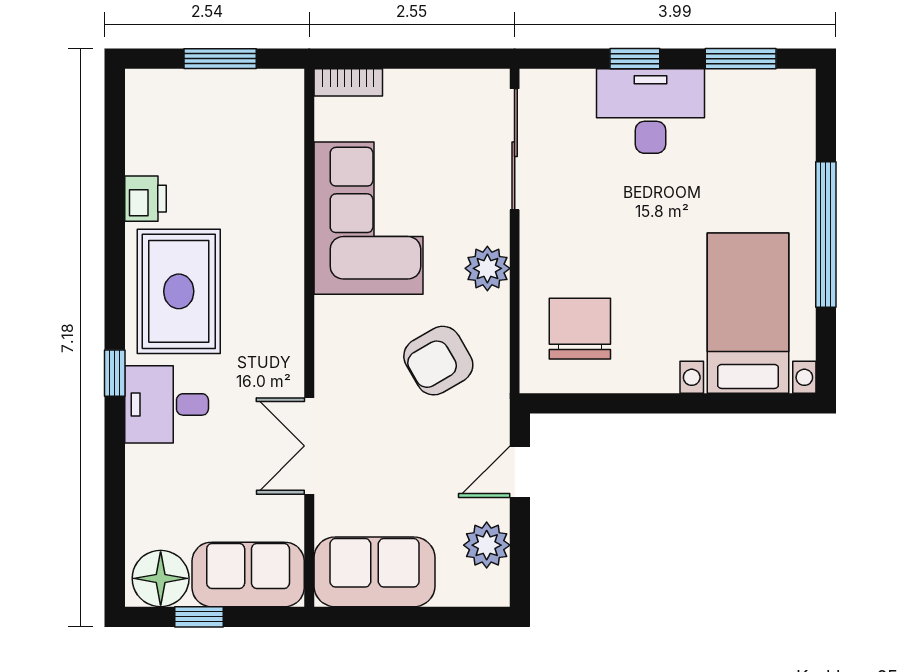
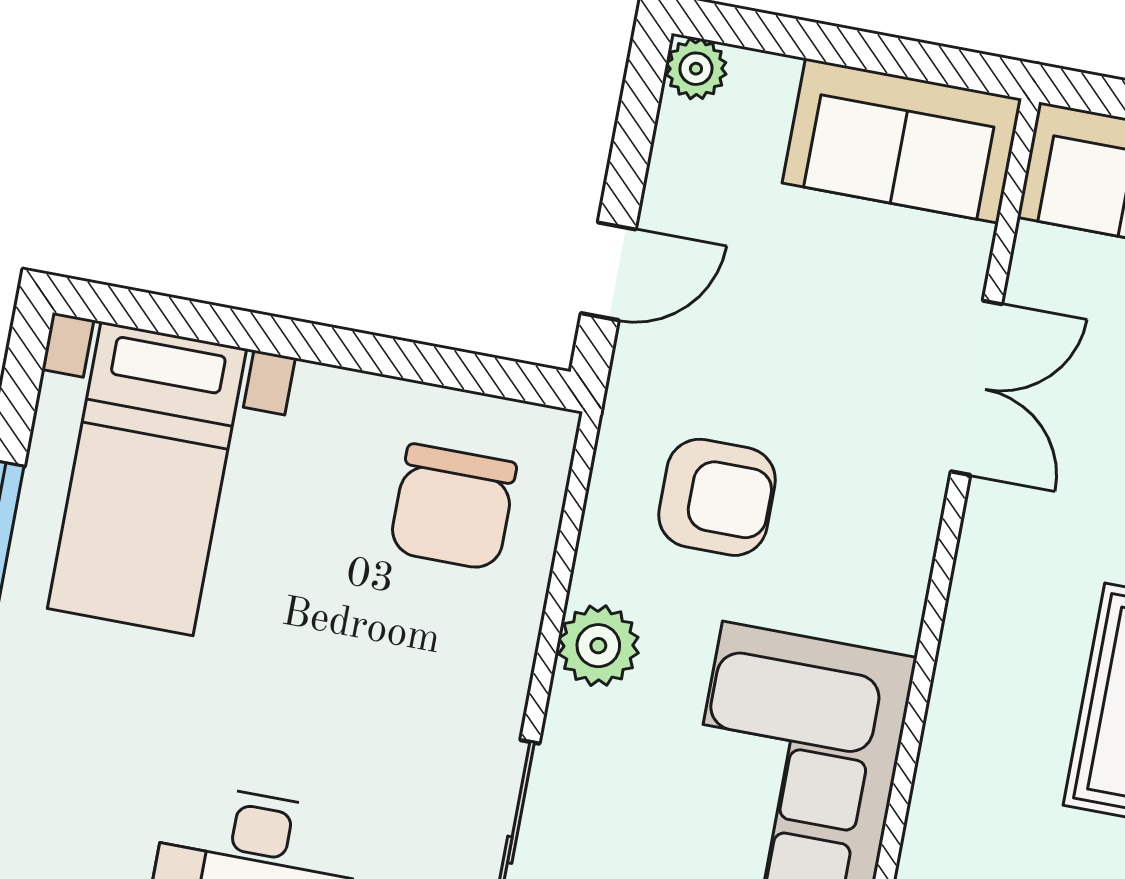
armchair: (438, 361) -> (717, 497), turned 30
plant: (487, 545) -> (696, 69), moved, width x0.73, depth x0.73

